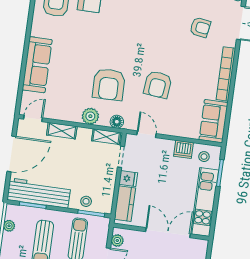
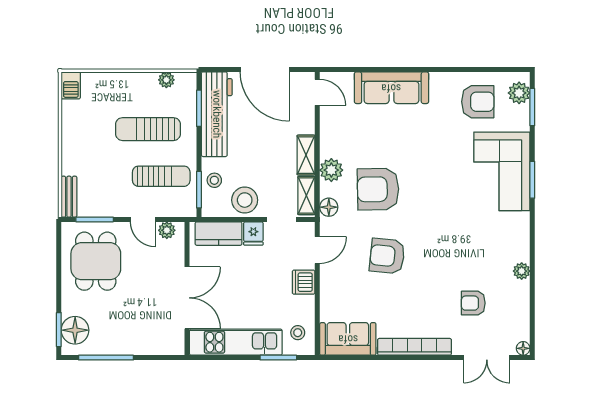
armchair: (200, 27) -> (473, 303), turned 81
shelving: (62, 131) -> (306, 155), moved
dishwasher: (183, 149) -> (304, 282), moved
stool: (103, 181) -> (245, 200), added

